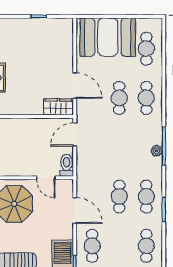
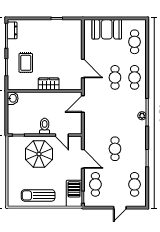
booth: (108, 37) -> (107, 29), width x0.73, depth x0.70
wardrobe: (58, 107) -> (49, 84), moved
toilet: (67, 165) -> (45, 126), moved
cafe table: (146, 197) -> (135, 149), removed

